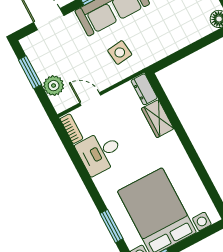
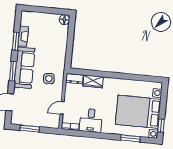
plant: (54, 86) -> (44, 121), removed

